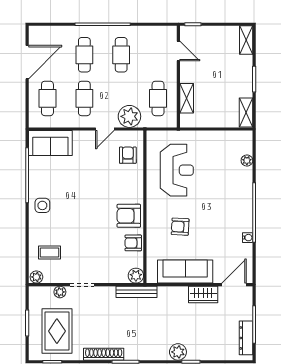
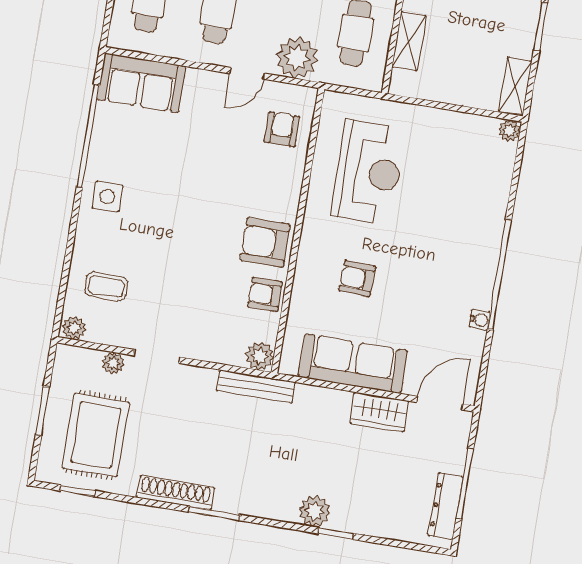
plant: (247, 161) -> (510, 131), moved

